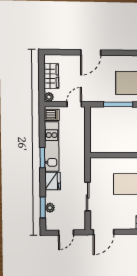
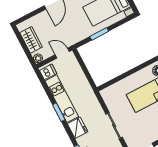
door: (74, 104) -> (62, 53), hinge flipped
window: (118, 104) -> (99, 34), width x0.69

